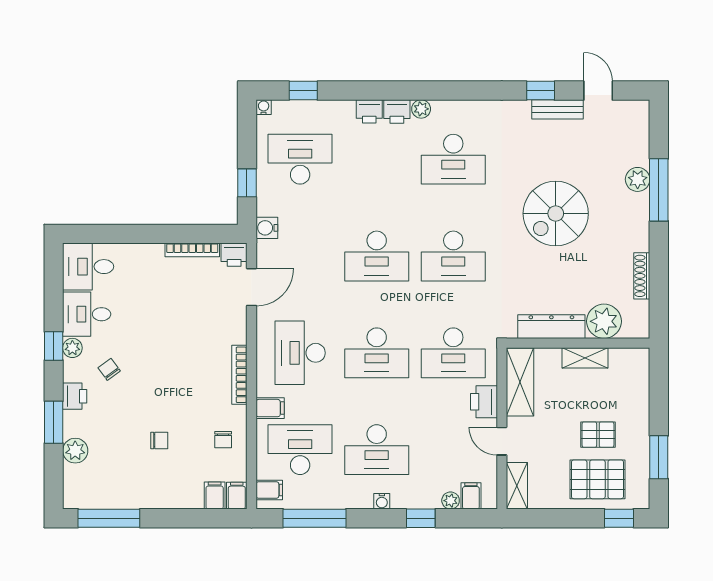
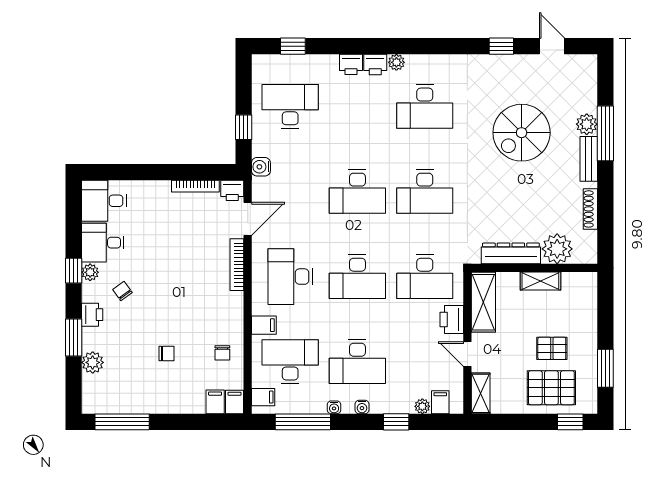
water cooler: (264, 107) -> (334, 407), moved, turned 180
bench: (558, 109) -> (589, 159), moved, turned 90
spiral stairs: (556, 214) -> (522, 133), moved
bookcase: (239, 375) -> (237, 265), moved

